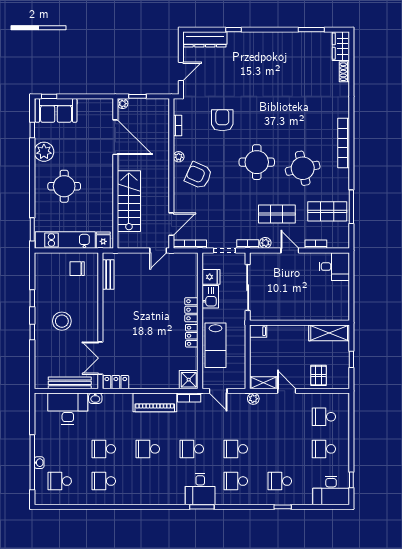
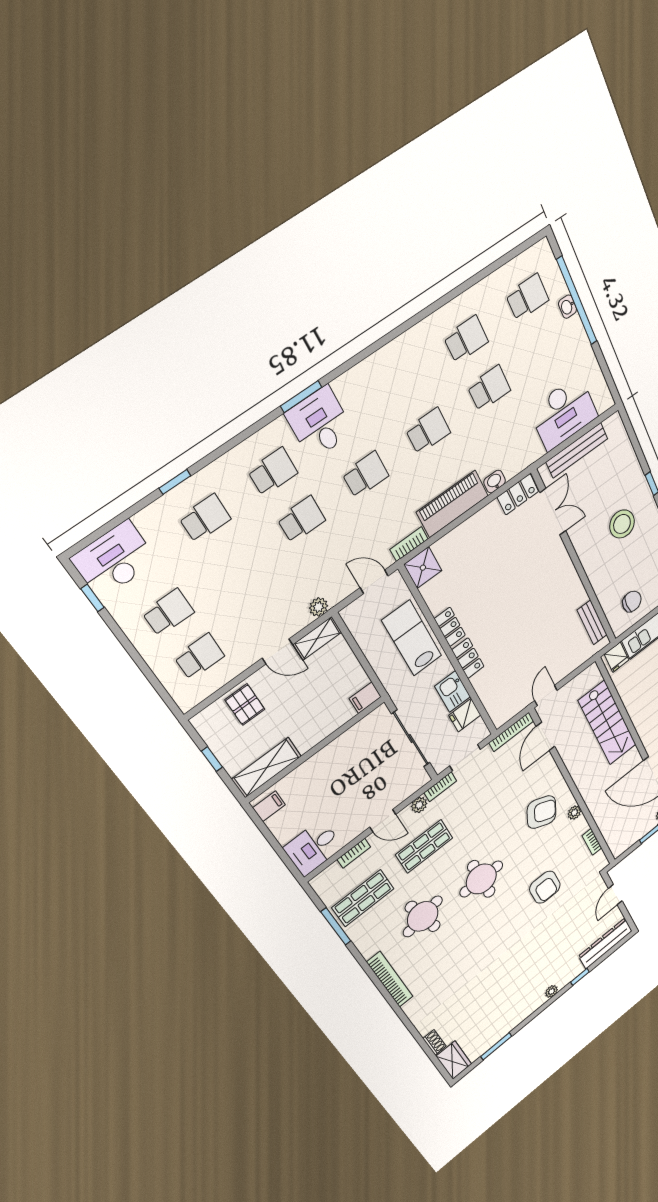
plant: (257, 37) -> (552, 991), added
filing cabinet: (341, 310) -> (269, 806), added
washbasin: (95, 398) -> (495, 482), moved

